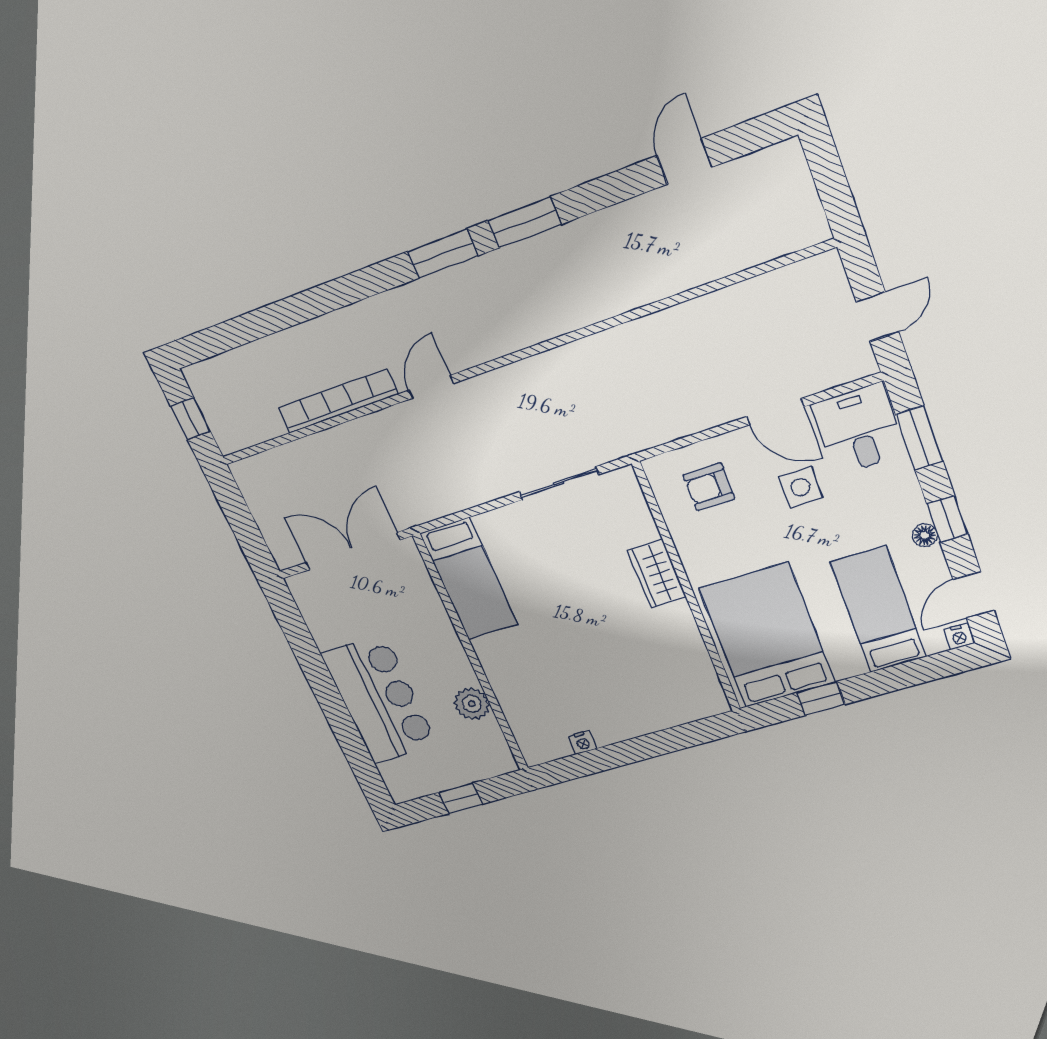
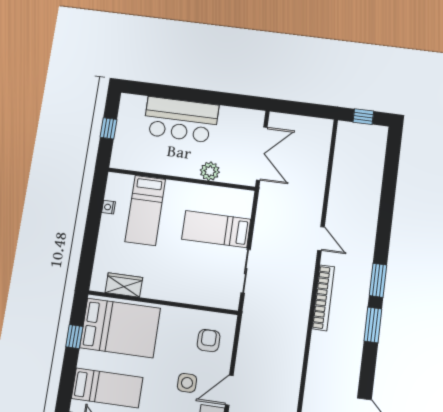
bookcase: (338, 401) -> (323, 298), moved
wardrobe: (657, 574) -> (124, 285), moved
bed: (469, 579) -> (216, 229), moved
bed: (554, 686) -> (145, 210), added
plant: (472, 704) -> (210, 171), moved

